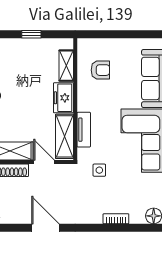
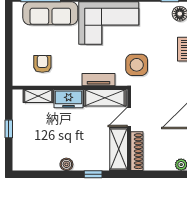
side table: (99, 170) -> (137, 65), width x1.87, depth x1.87

